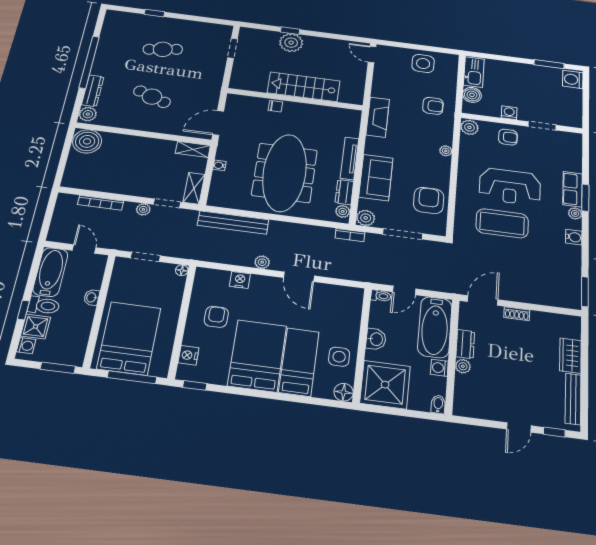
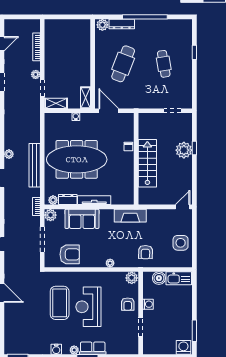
cafe table: (152, 97) -> (123, 64), width x1.37, depth x1.35
boiler: (87, 141) -> (81, 29), removed
bench: (233, 222) -> (35, 165), moved

